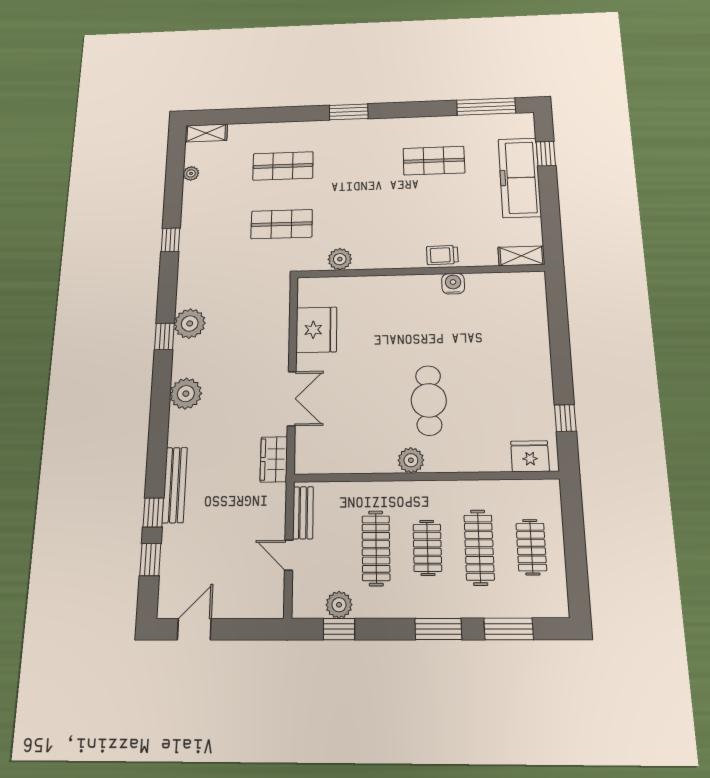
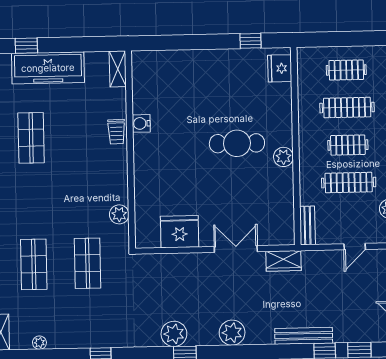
bench: (303, 513) -> (307, 225), moved, turned 90

